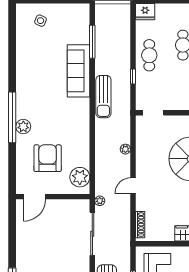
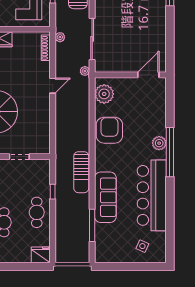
bar counter: (31, 73) -> (152, 195), added
sun lounger: (103, 97) -> (81, 172), turned 180
doorway: (153, 113) -> (19, 157), moved
plant: (125, 149) -> (60, 37), moved
armchair: (48, 158) -> (109, 130), moved, turned 180

